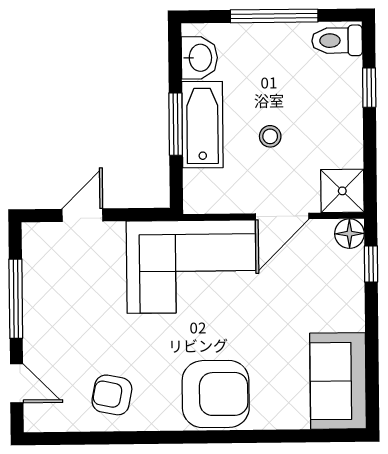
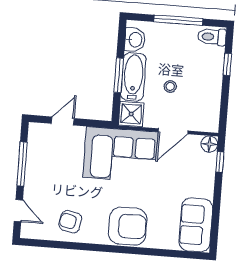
shower: (342, 191) -> (131, 114), moved

